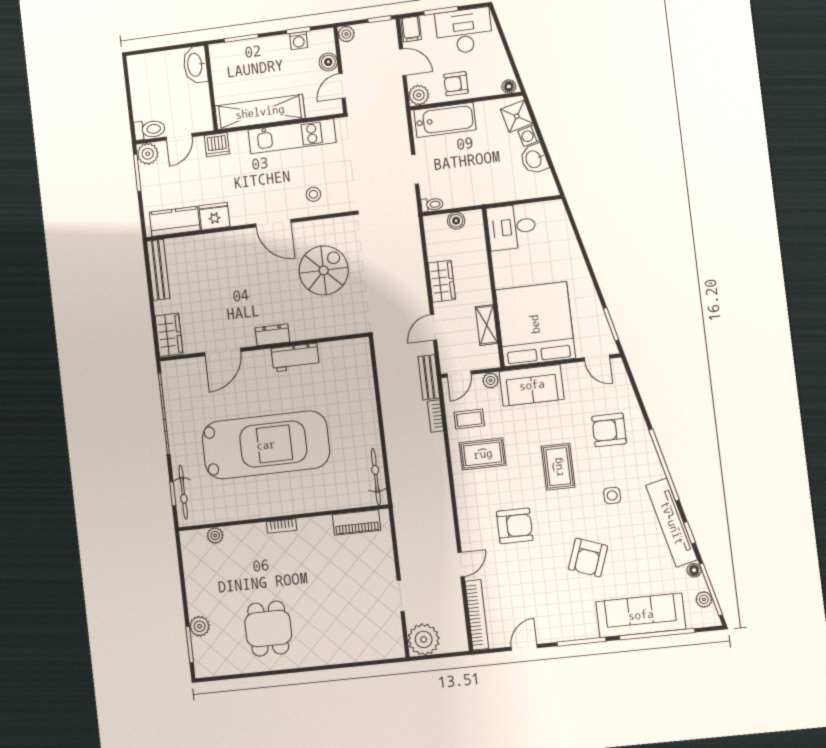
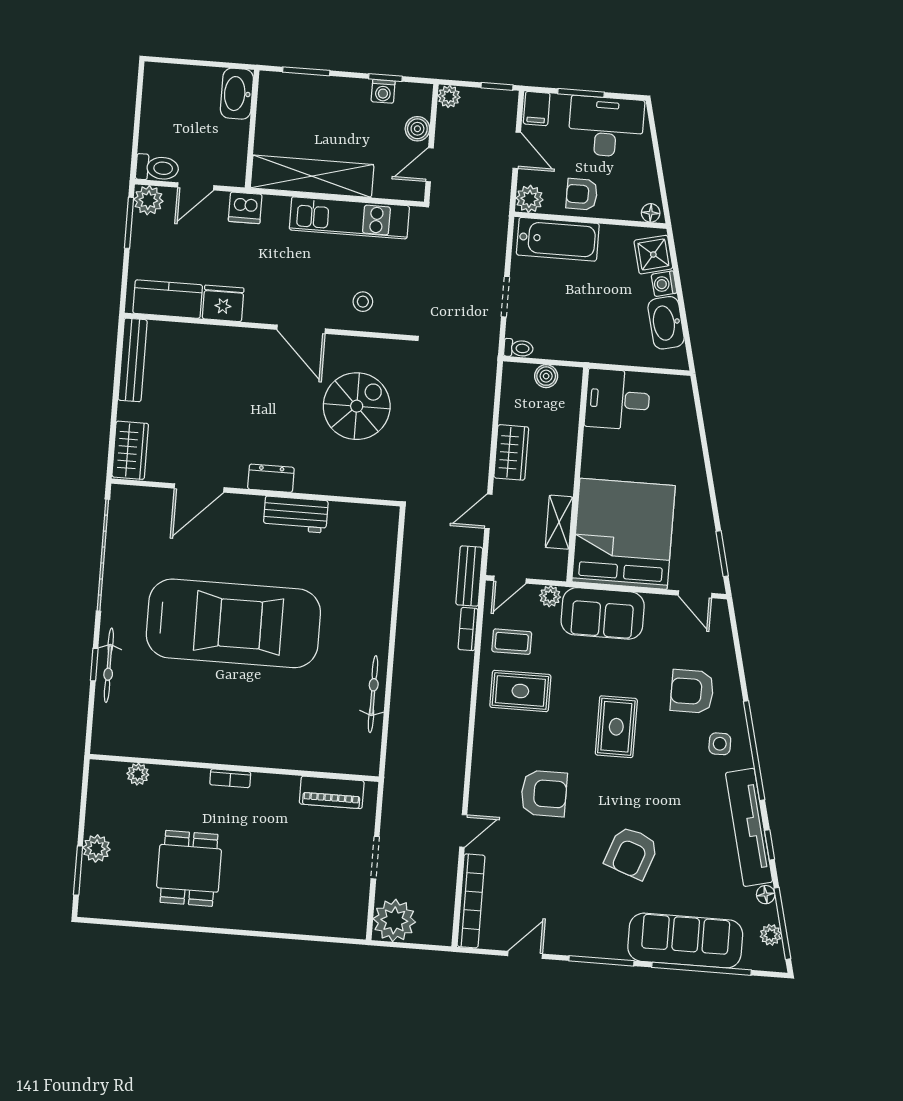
washbasin: (534, 159) -> (666, 323), width x1.38
side table: (612, 495) -> (720, 744), moved
wall: (283, 518) -> (234, 768), moved
piano: (356, 522) -> (332, 792), moved
bookcase: (282, 526) -> (230, 778), moved
plant: (215, 536) -> (138, 774), moved

